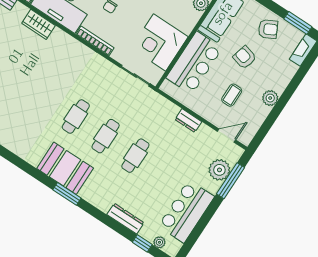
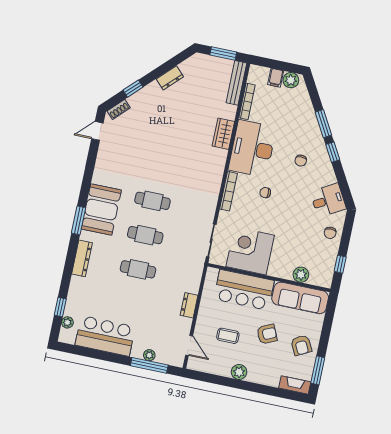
armchair: (245, 57) -> (267, 334), turned 51
plant: (219, 170) -> (149, 355), width x0.53, depth x0.53
dresser: (125, 219) -> (82, 258), moved

